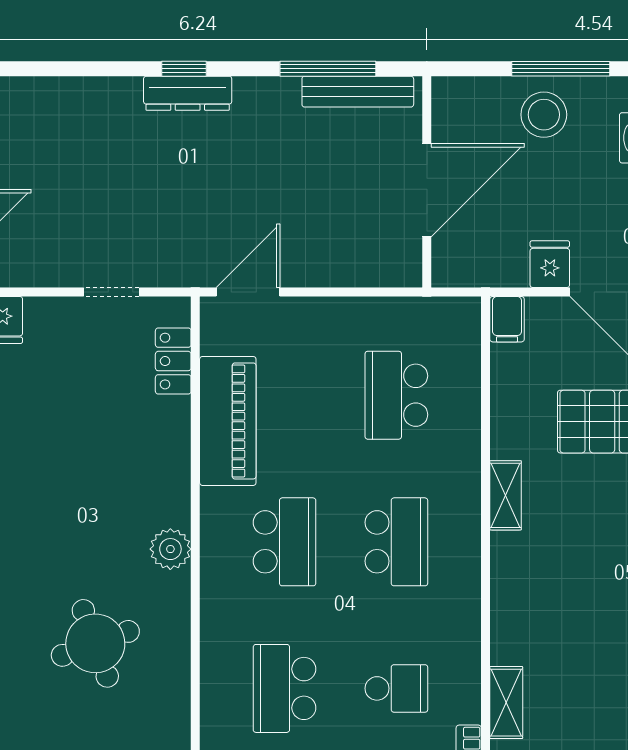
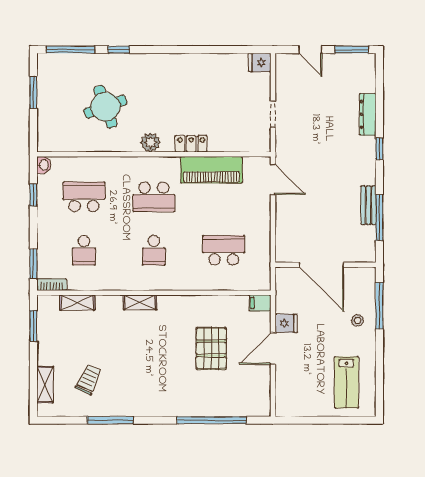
window: (561, 69) -> (379, 306), moved
bench: (358, 92) -> (368, 205), moved, width x0.73
dresser: (188, 93) -> (368, 114), moved
stool: (544, 115) -> (357, 321), width x0.53, depth x0.53
locker: (173, 361) -> (191, 144), moved
shelving: (506, 495) -> (140, 302), moved
school desk: (396, 542) -> (154, 250), width x0.54

